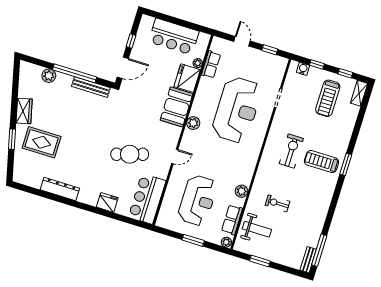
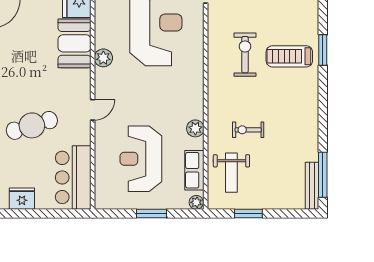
reception desk: (198, 200) -> (141, 159), turned 180
weight bench: (257, 229) -> (231, 173), turned 90
bench: (308, 260) -> (312, 186), width x1.36

